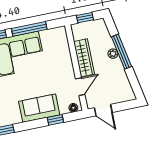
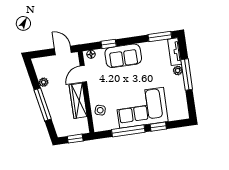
side table: (60, 49) -> (100, 110), added
plant: (113, 54) -> (44, 82), moved

